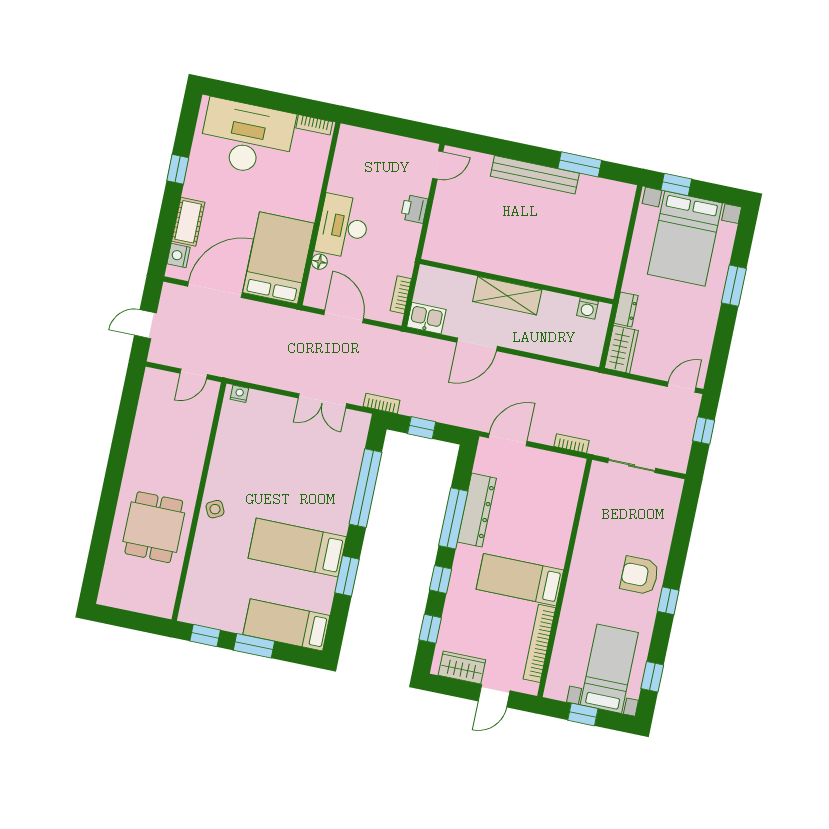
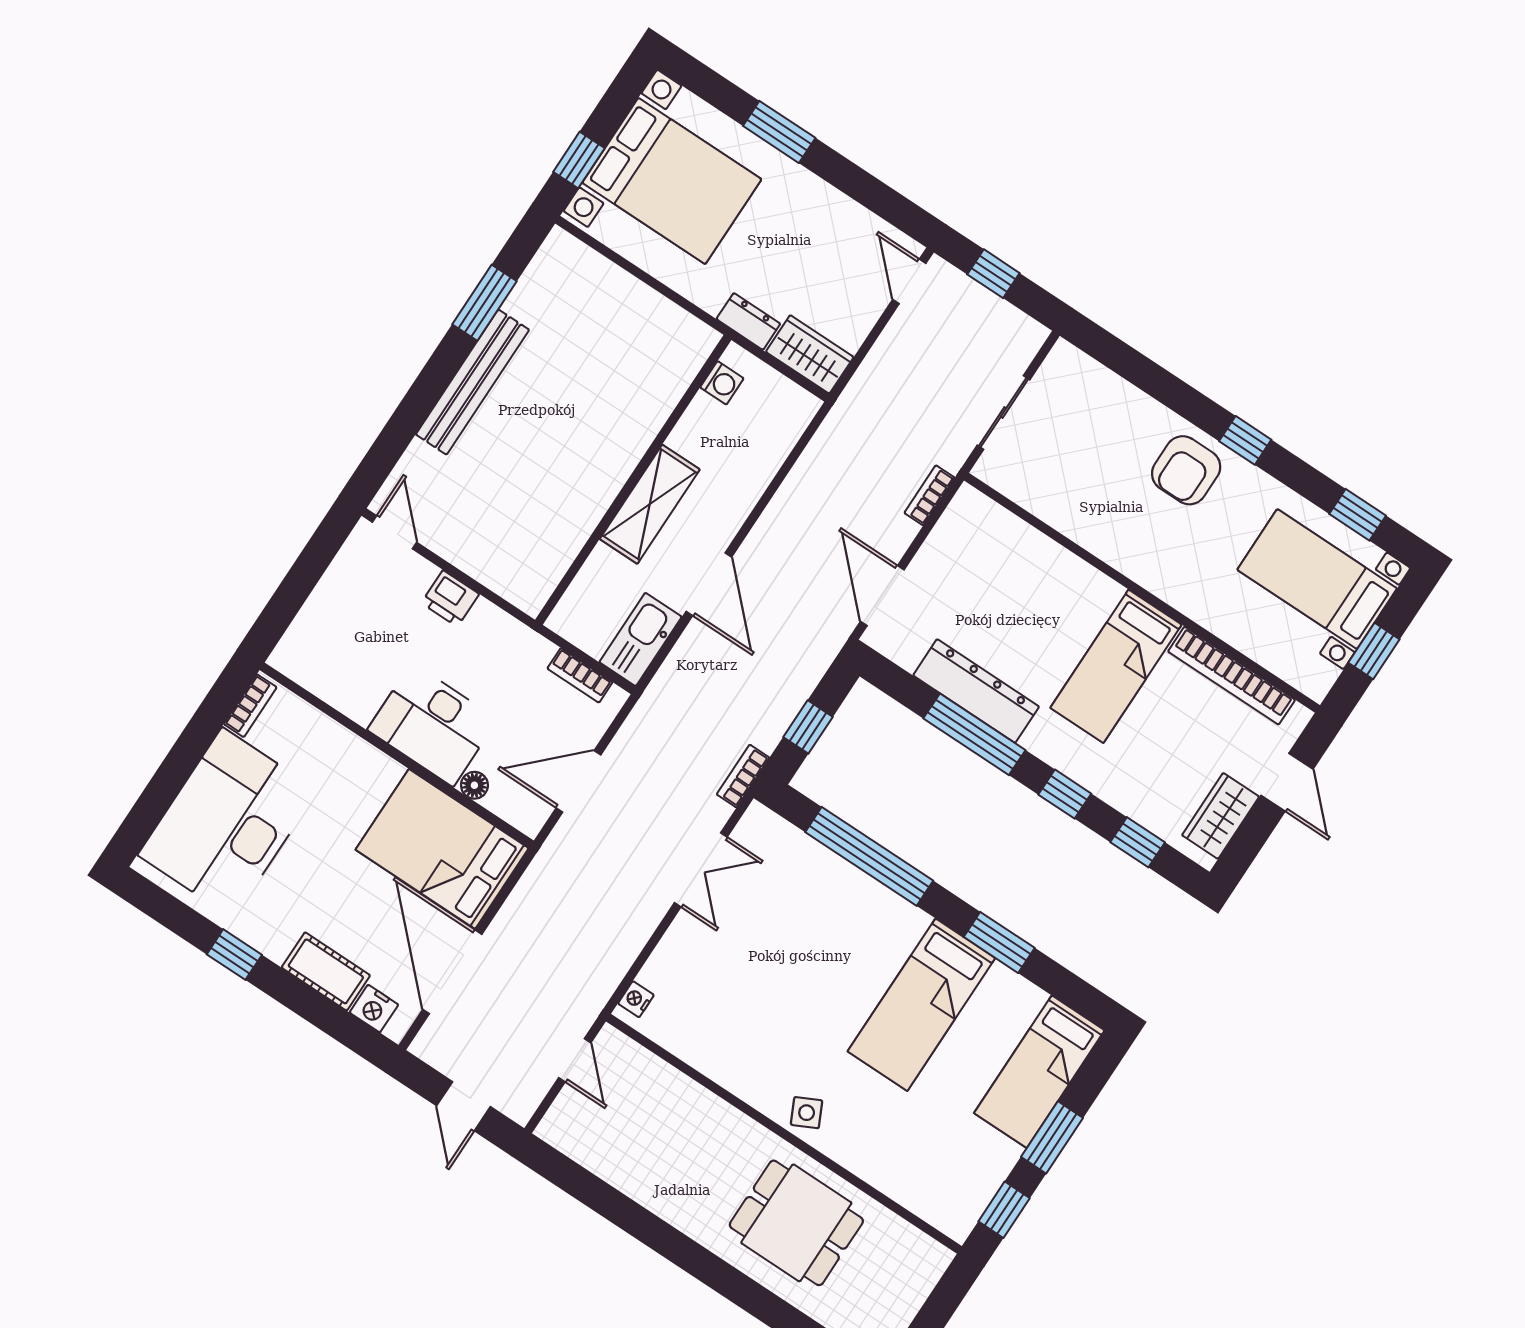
kitchen sink: (426, 318) -> (640, 639), width x1.38

